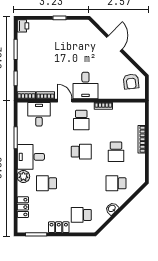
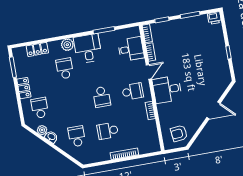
school desk: (81, 120) -> (133, 91), turned 180
plant: (104, 217) -> (42, 130), added

